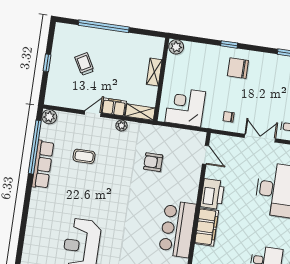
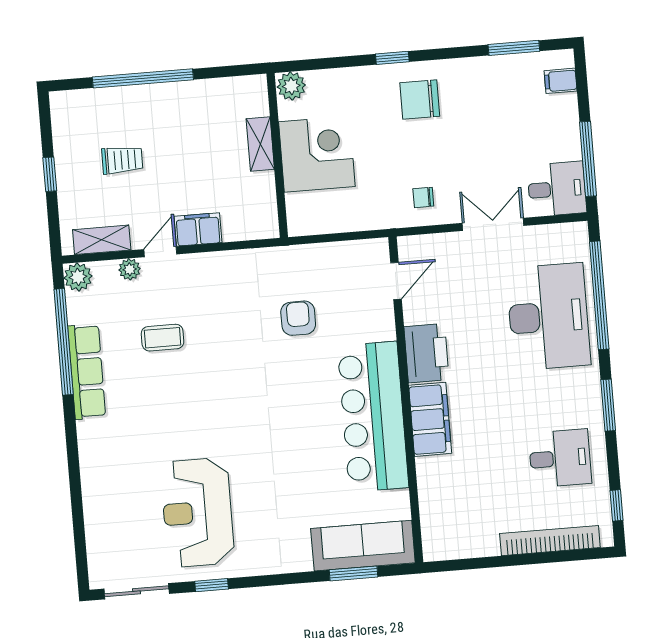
trolley: (84, 64) -> (122, 160), turned 119
corner desk: (185, 107) -> (317, 154), moved, turned 90
shelving: (140, 112) -> (102, 240), moved
plant: (121, 126) -> (130, 269), moved
door: (206, 155) -> (396, 281), hinge flipped
armchair: (153, 162) -> (298, 318), turned 90
bar counter: (177, 229) -> (373, 417), width x1.36

